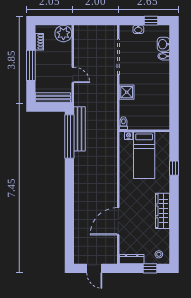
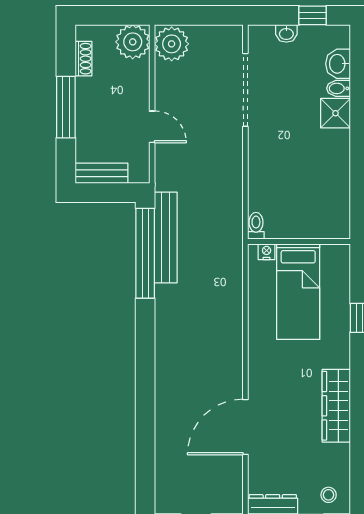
plant: (82, 34) -> (172, 44), added
shower: (127, 92) -> (336, 113), moved
bench: (53, 98) -> (102, 173), width x0.73

